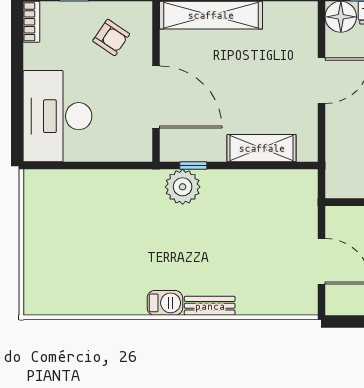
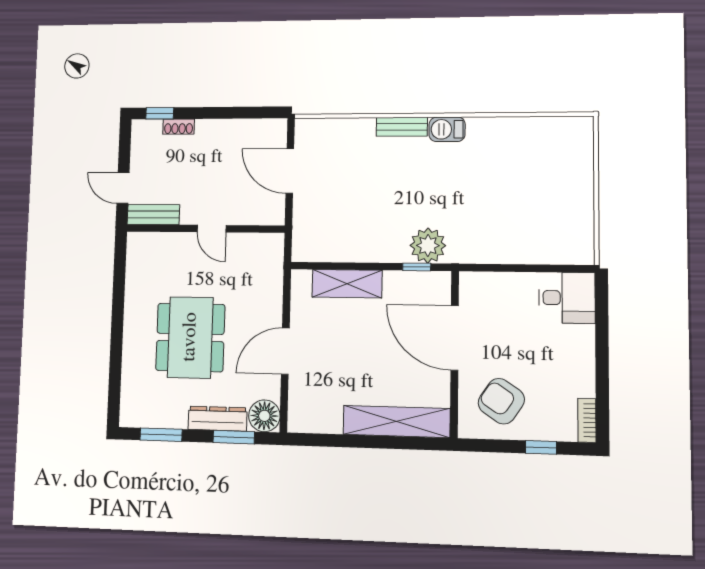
armchair: (111, 37) -> (501, 401), width x1.38, depth x1.38
desk: (57, 116) -> (567, 298), width x0.53, depth x0.77

